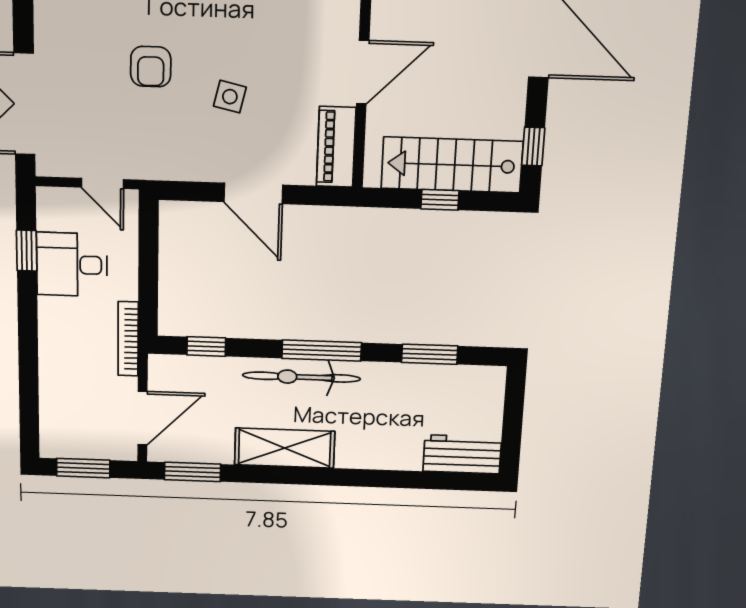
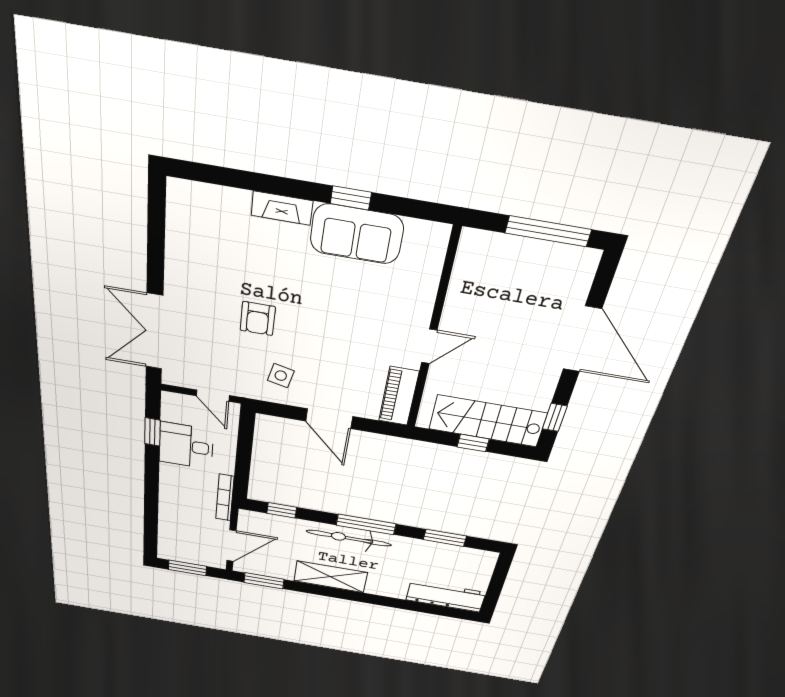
door: (363, 72) -> (429, 346), width x0.73
side table: (230, 97) -> (281, 376), moved
workbench: (462, 454) -> (446, 596), width x1.37

